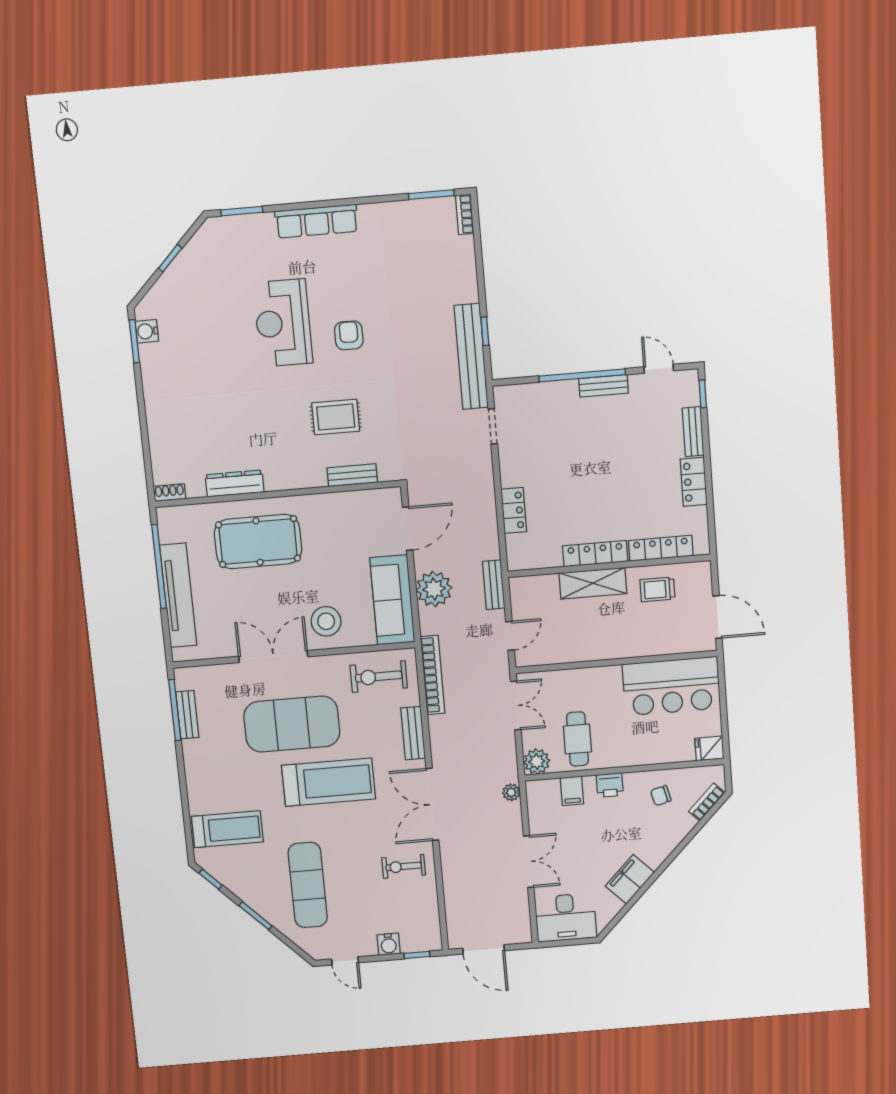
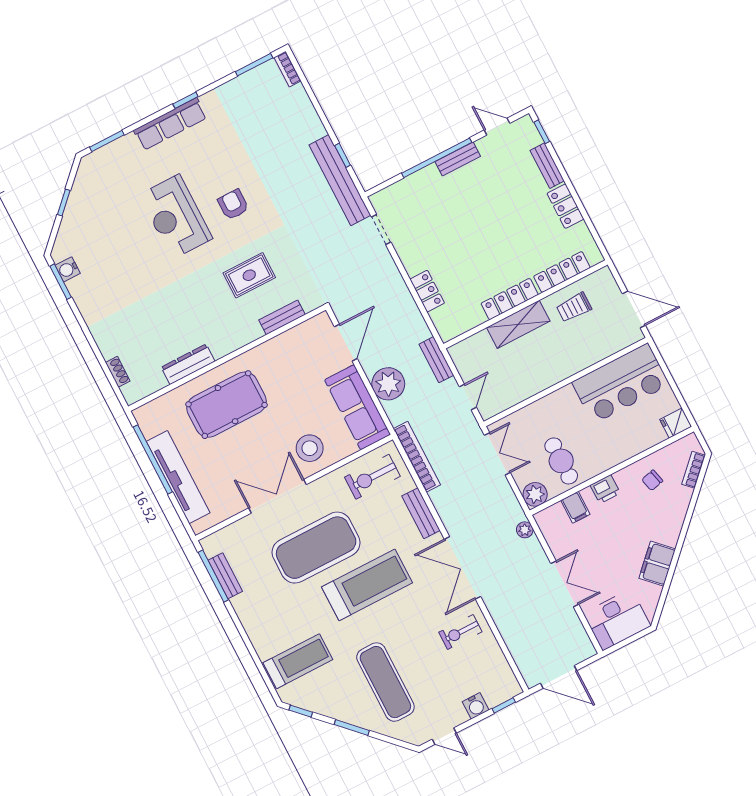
window: (343, 202) -> (185, 100), added
shoe rack: (169, 493) -> (118, 372), moved, turned 90

